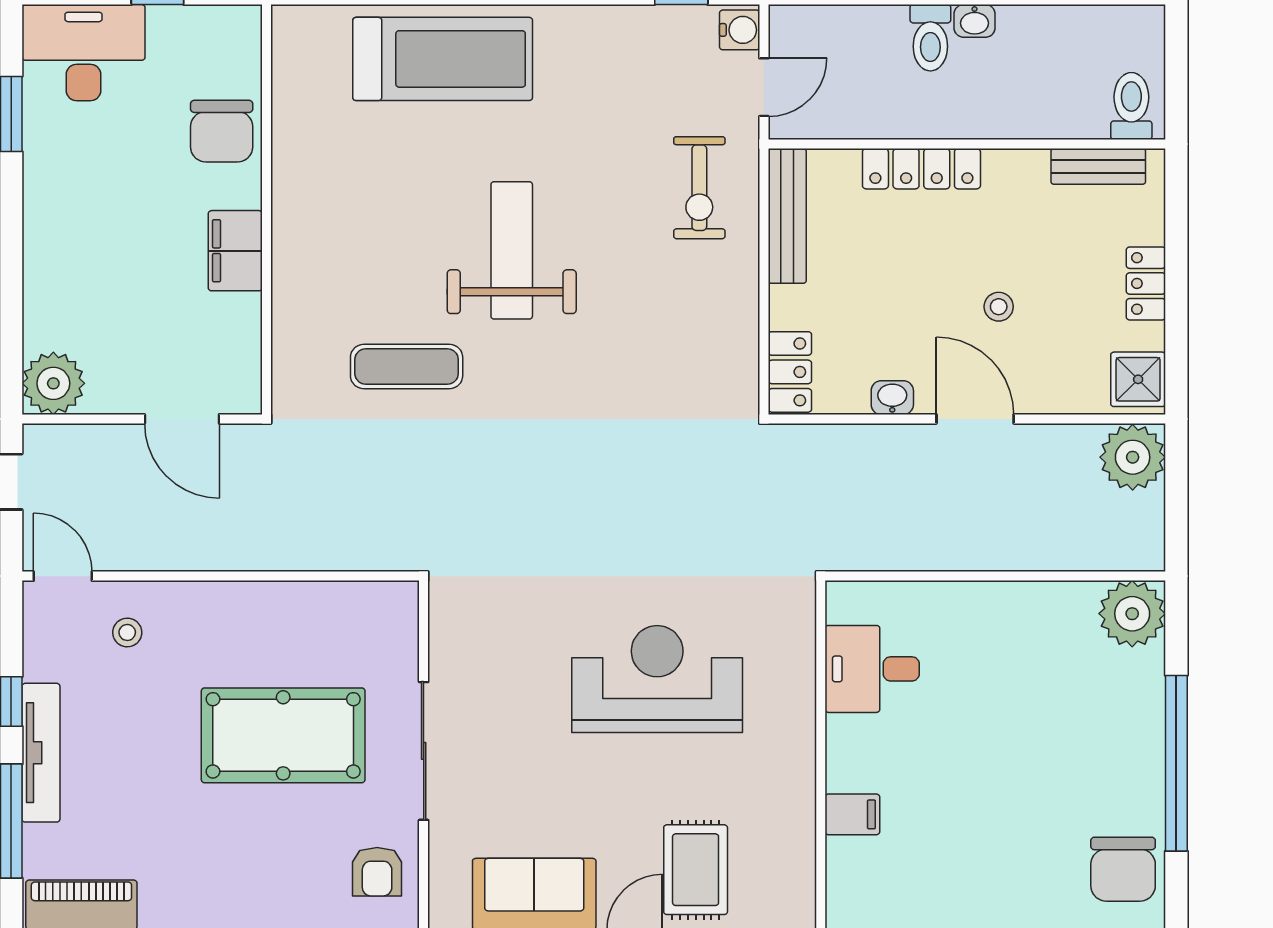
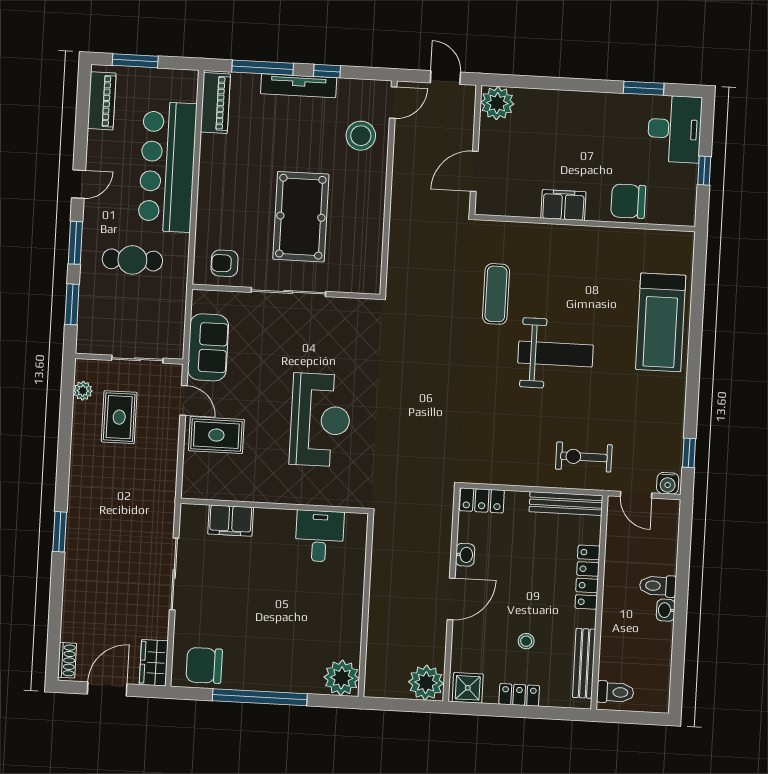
bench: (1098, 166) -> (584, 663), width x1.36
stool: (999, 307) -> (526, 641), moved
stool: (127, 632) -> (361, 136), width x1.89, depth x1.89
filing cabinet: (852, 814) -> (231, 521), width x2.00

